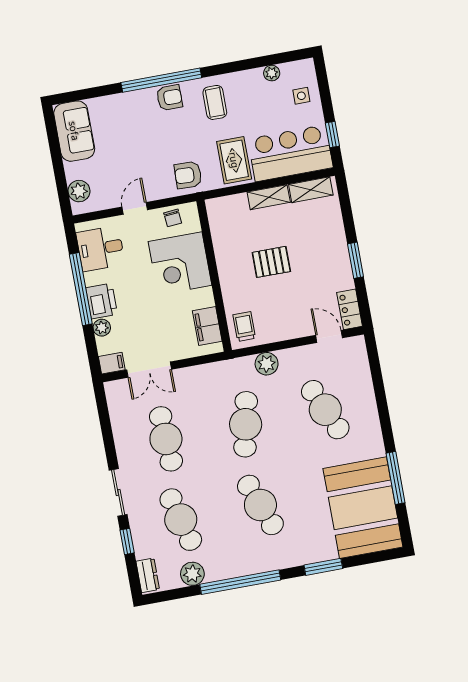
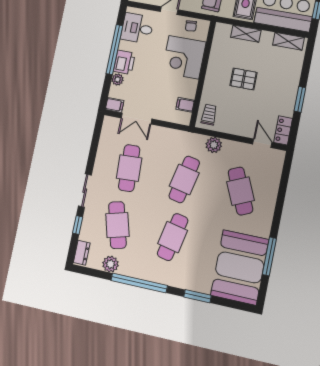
shelving: (269, 197) -> (246, 34), moved
filing cabinet: (207, 326) -> (185, 105), width x0.50
cafe table: (260, 505) -> (173, 237), turned 33

